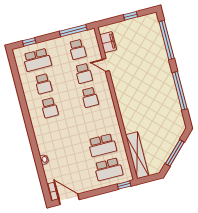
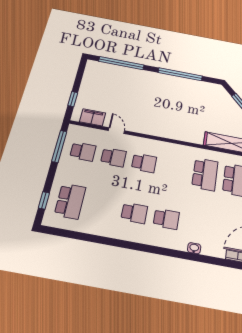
window: (131, 16) -> (73, 99), moved
door: (106, 65) -> (116, 131), swing flipped
school desk: (43, 84) -> (166, 219), moved

